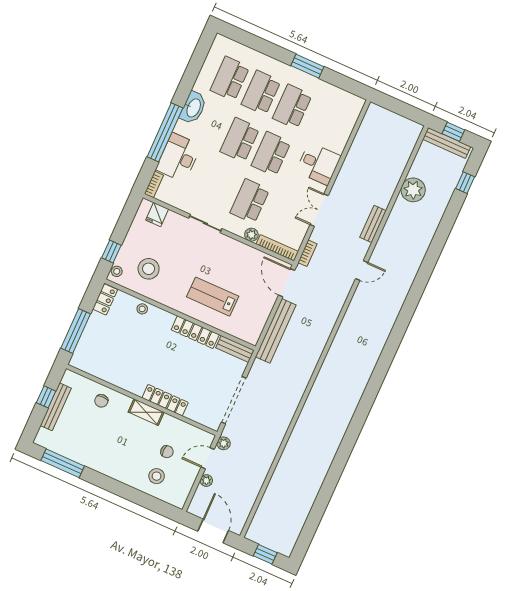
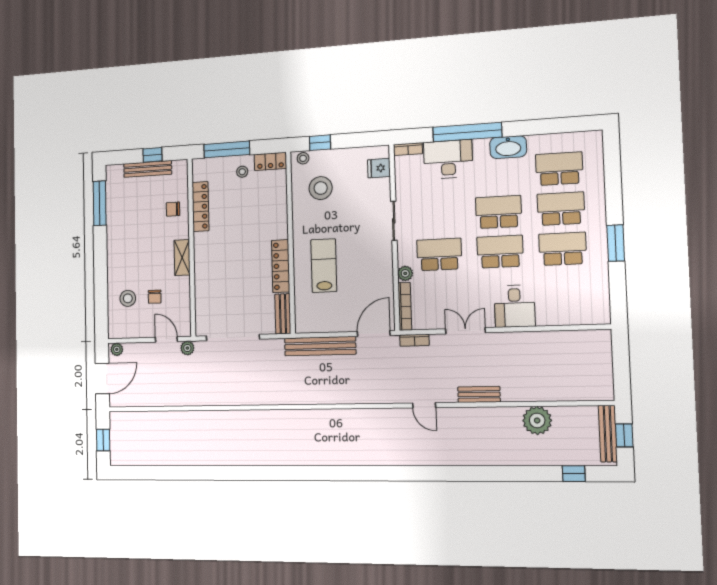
stool: (142, 309) -> (242, 172), moved
locker: (165, 400) -> (201, 207), moved
plant: (206, 481) -> (117, 349), moved

